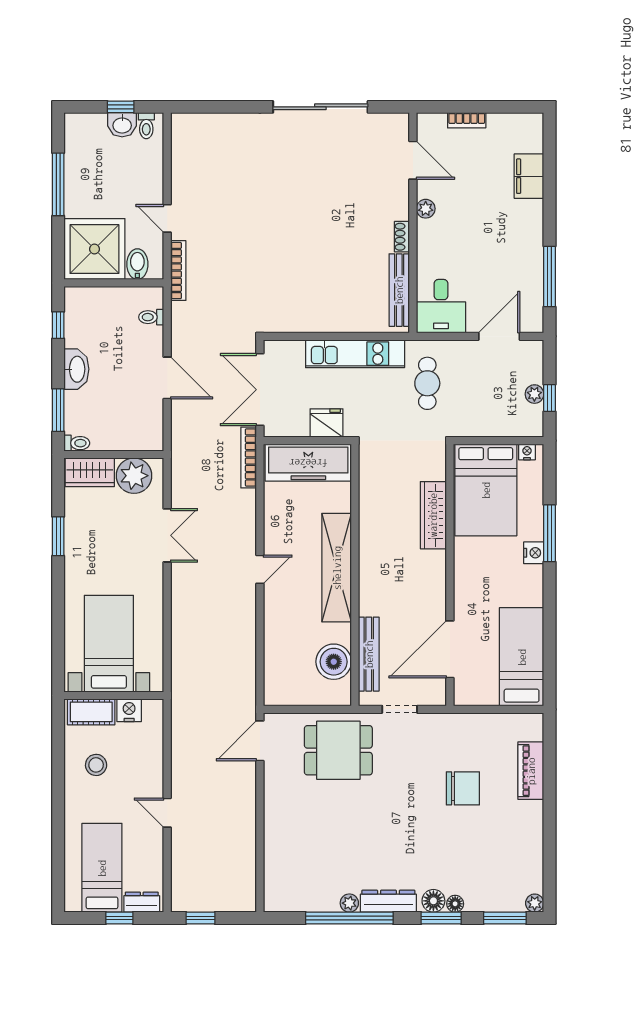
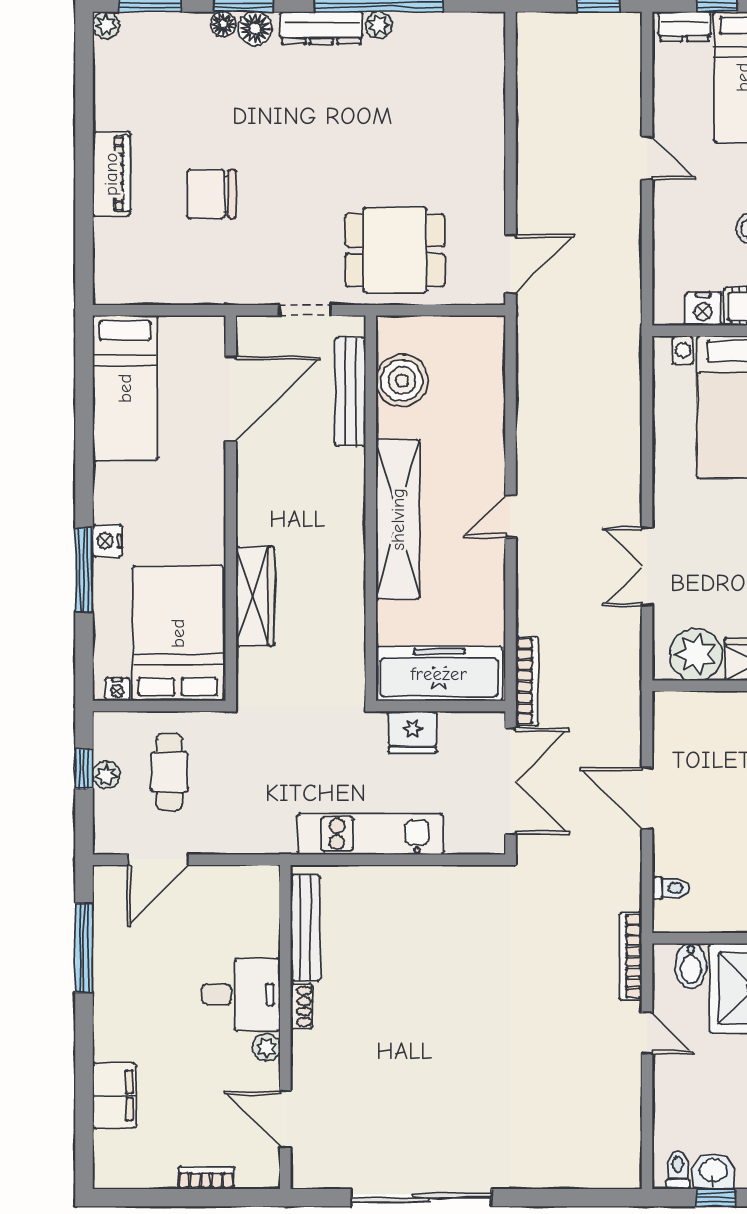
desk: (441, 306) -> (241, 995), moved, turned 90
cafe table: (427, 383) -> (169, 772), moved
piano: (531, 771) -> (111, 174), moved

